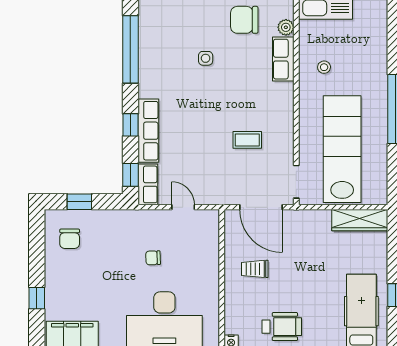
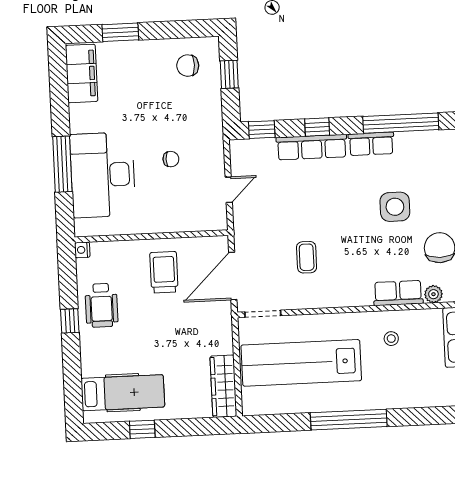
side table: (206, 58) -> (395, 207), width x1.87, depth x1.87
lab bench: (342, 149) -> (301, 363), turned 180
row of seats: (148, 184) -> (371, 144), moved
chair: (153, 258) -> (171, 159), turned 92
trolley: (255, 269) -> (164, 272), width x1.36, depth x1.39
window: (37, 298) -> (120, 32), width x1.50

